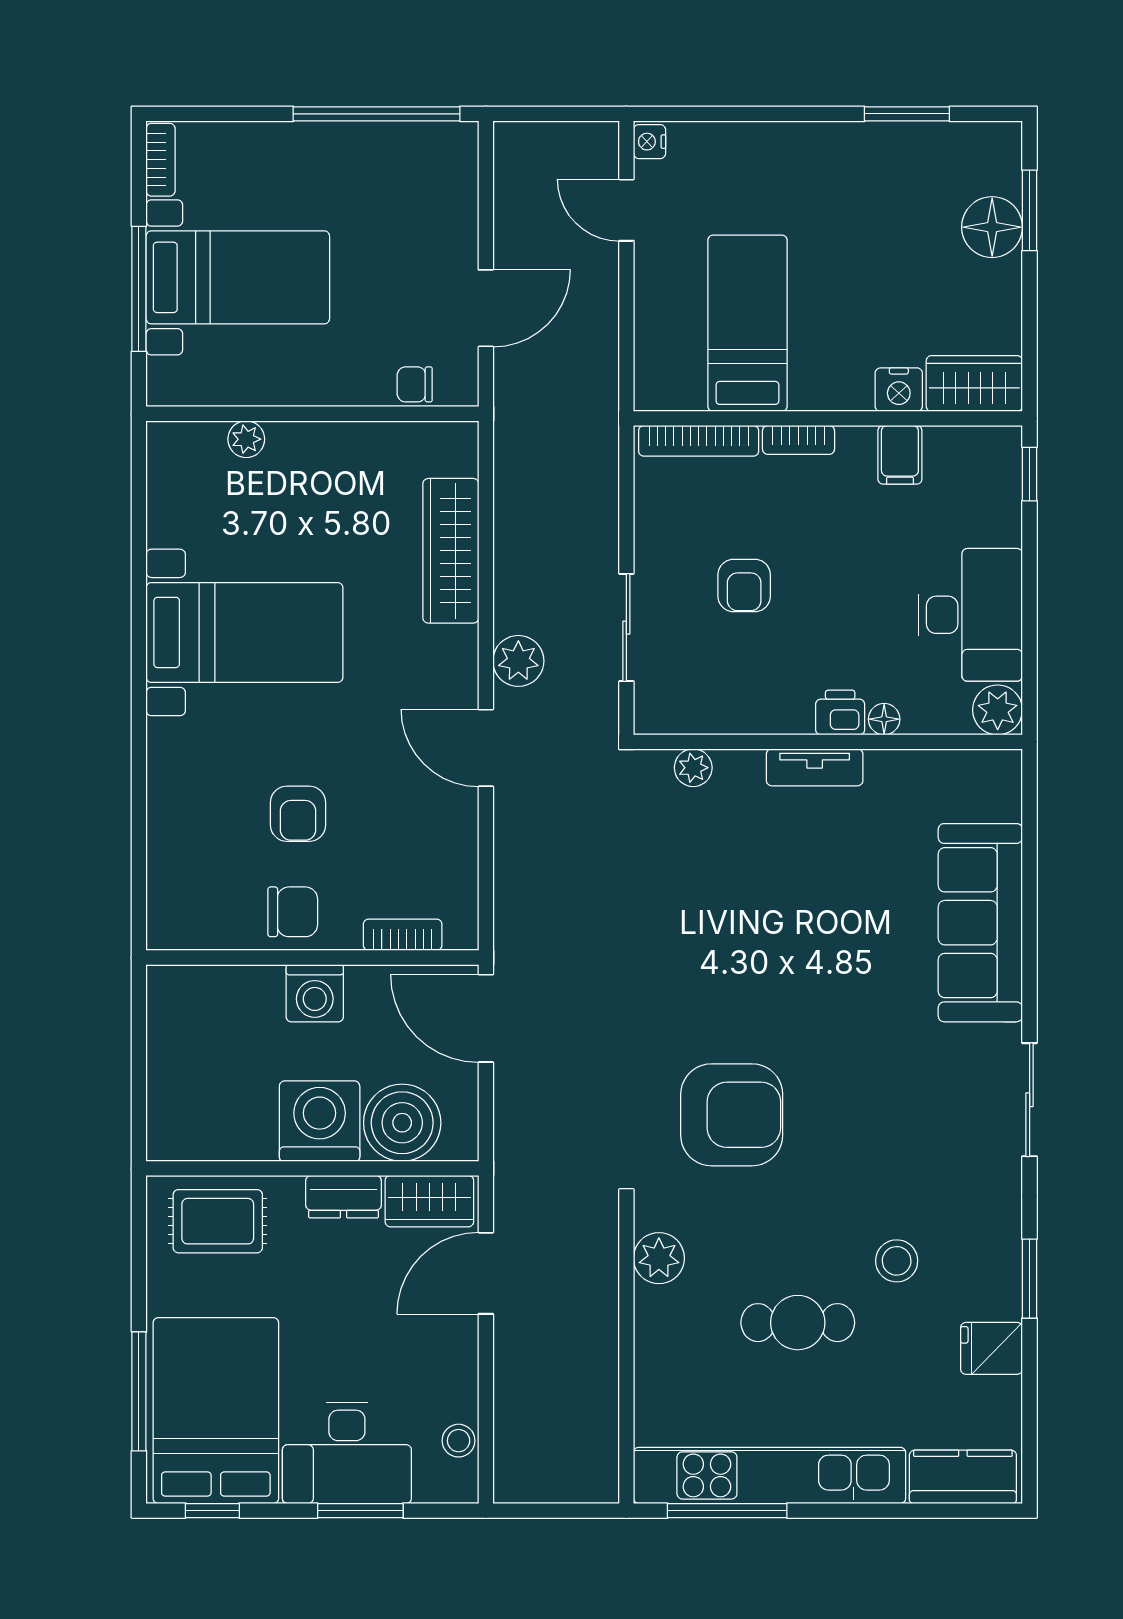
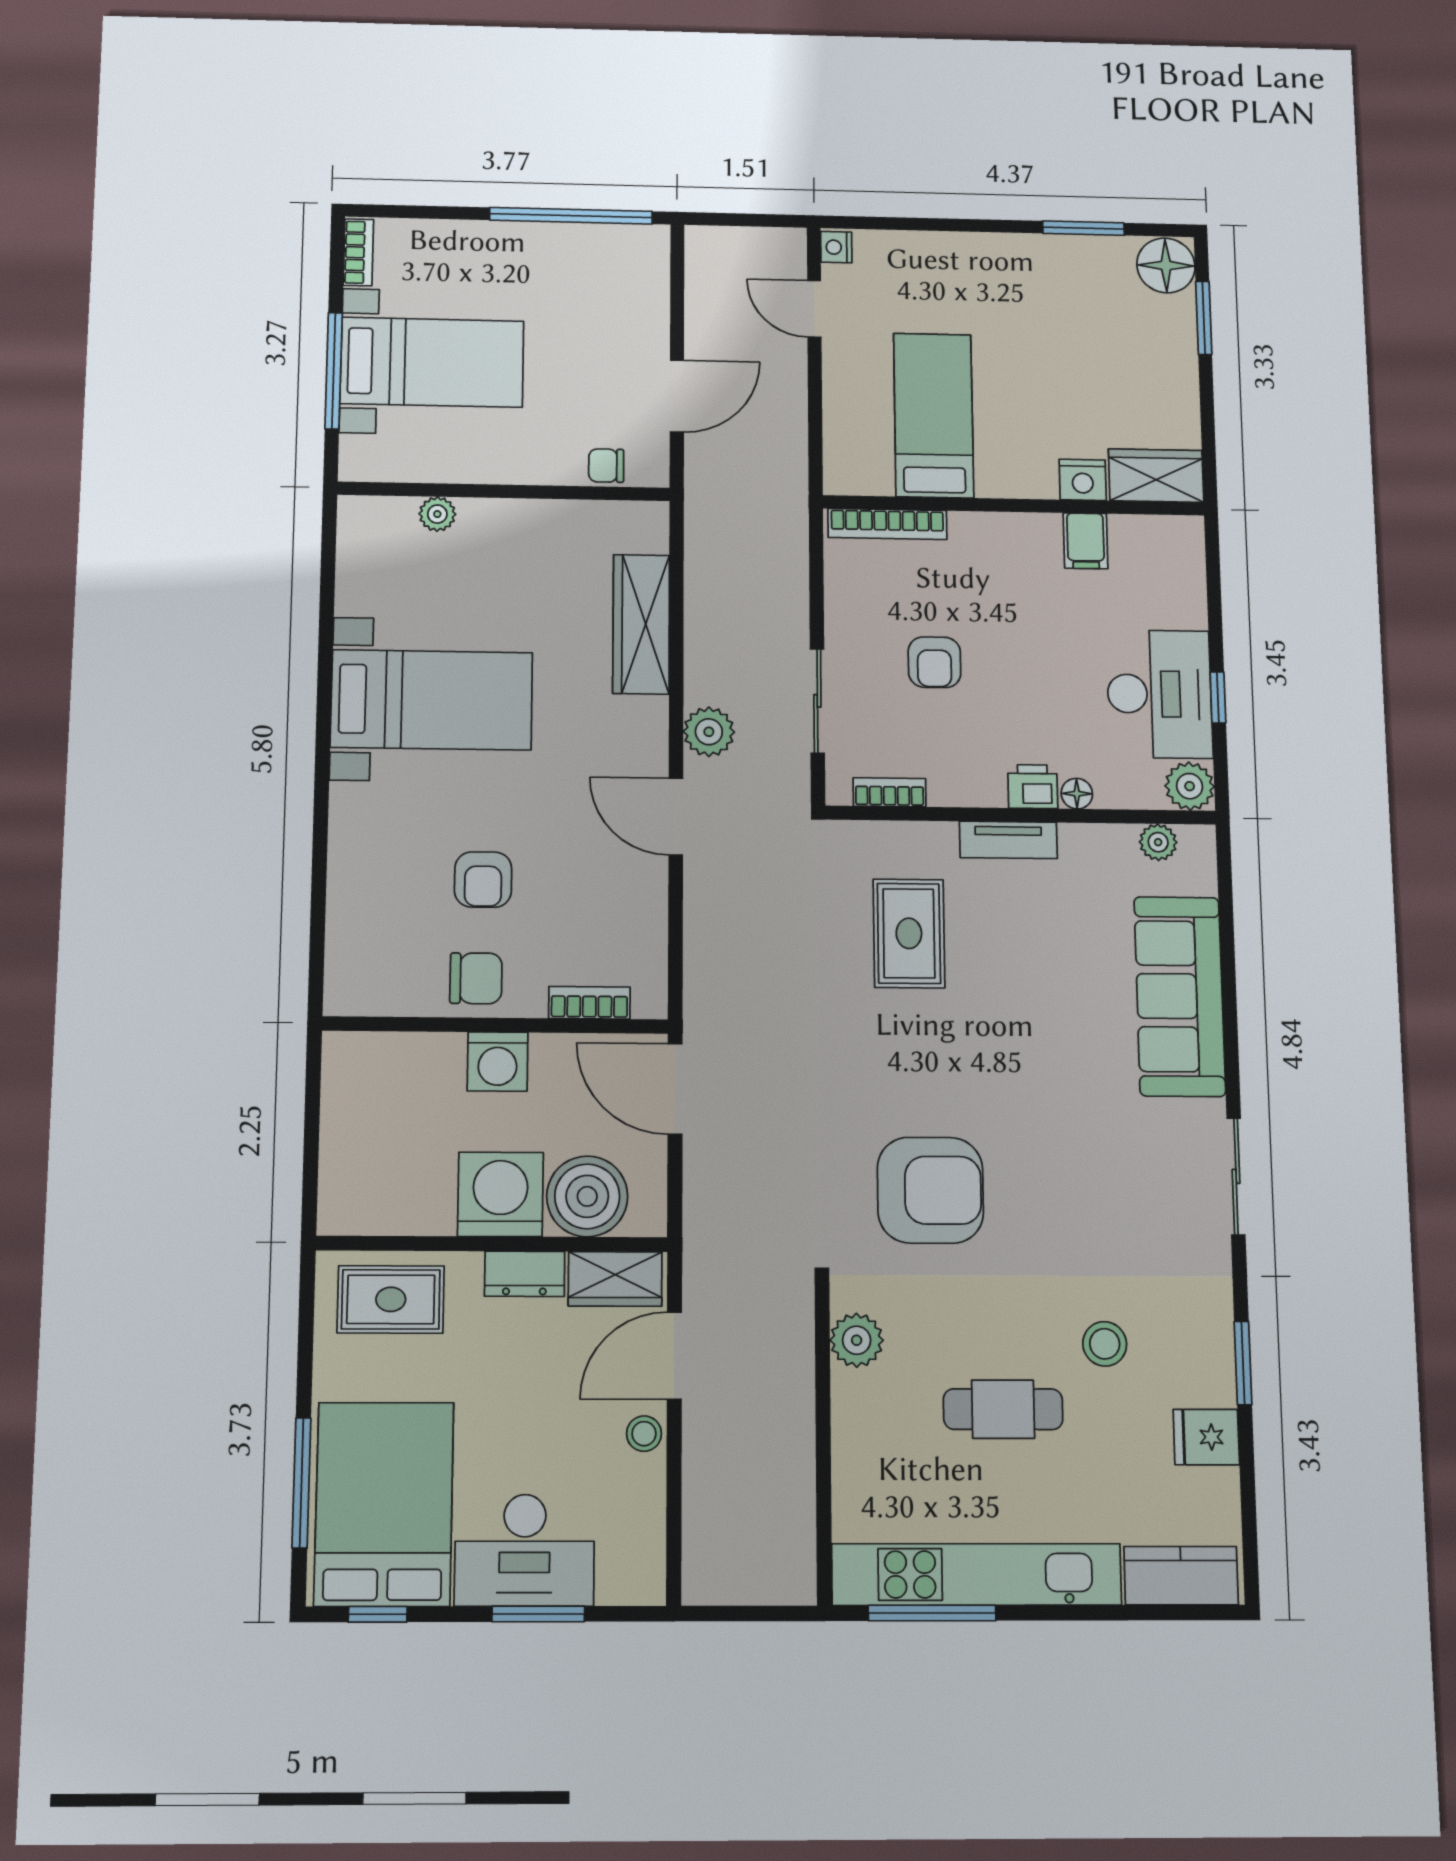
floor lamp: (992, 227) -> (1166, 265), moved
bookcase: (798, 440) -> (890, 792), moved, turned 180
window: (1030, 474) -> (1218, 697), moved
plant: (693, 768) -> (1158, 842), moved
rug: (715, 863) -> (909, 933), added
stool: (459, 1441) -> (644, 1434), moved

